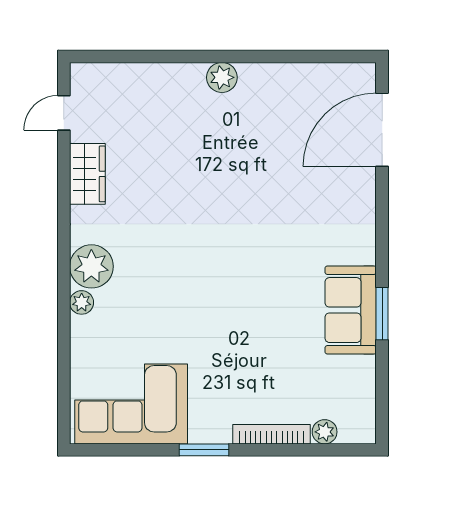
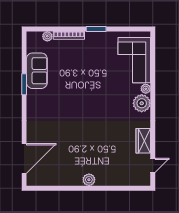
sofa: (351, 310) -> (37, 71), moved
corner sofa: (131, 404) -> (134, 60), moved, turned 90

